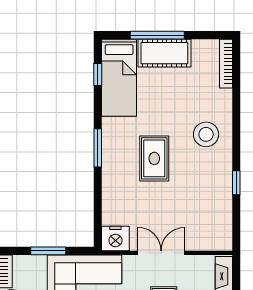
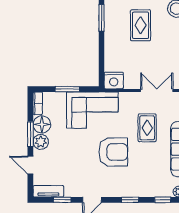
double door: (161, 253) -> (157, 90), moved

